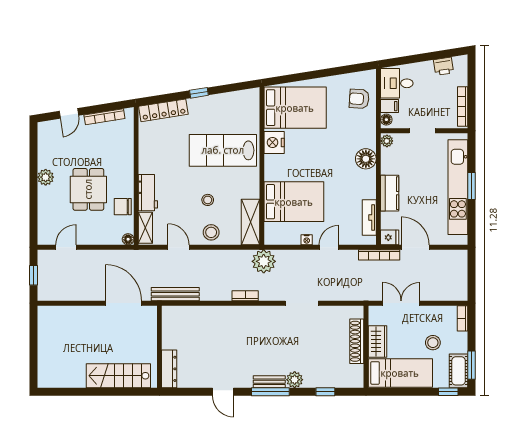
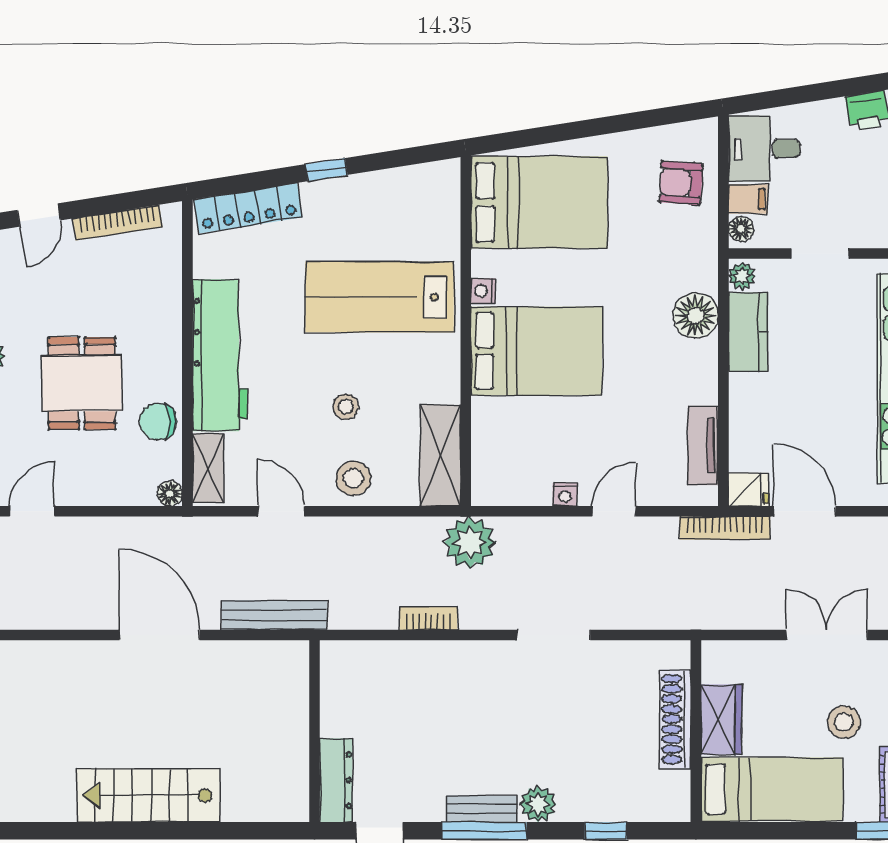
nightstand: (274, 142) -> (483, 291), width x0.53, depth x0.56
workbench: (148, 193) -> (220, 355), width x1.88, depth x1.32
kitchen counter: (390, 193) -> (748, 332), moved
bed: (294, 202) -> (536, 351), moved
double door: (401, 303) -> (827, 635), moved
wall: (159, 347) -> (315, 731), moved
dresser: (169, 369) -> (336, 780), moved

